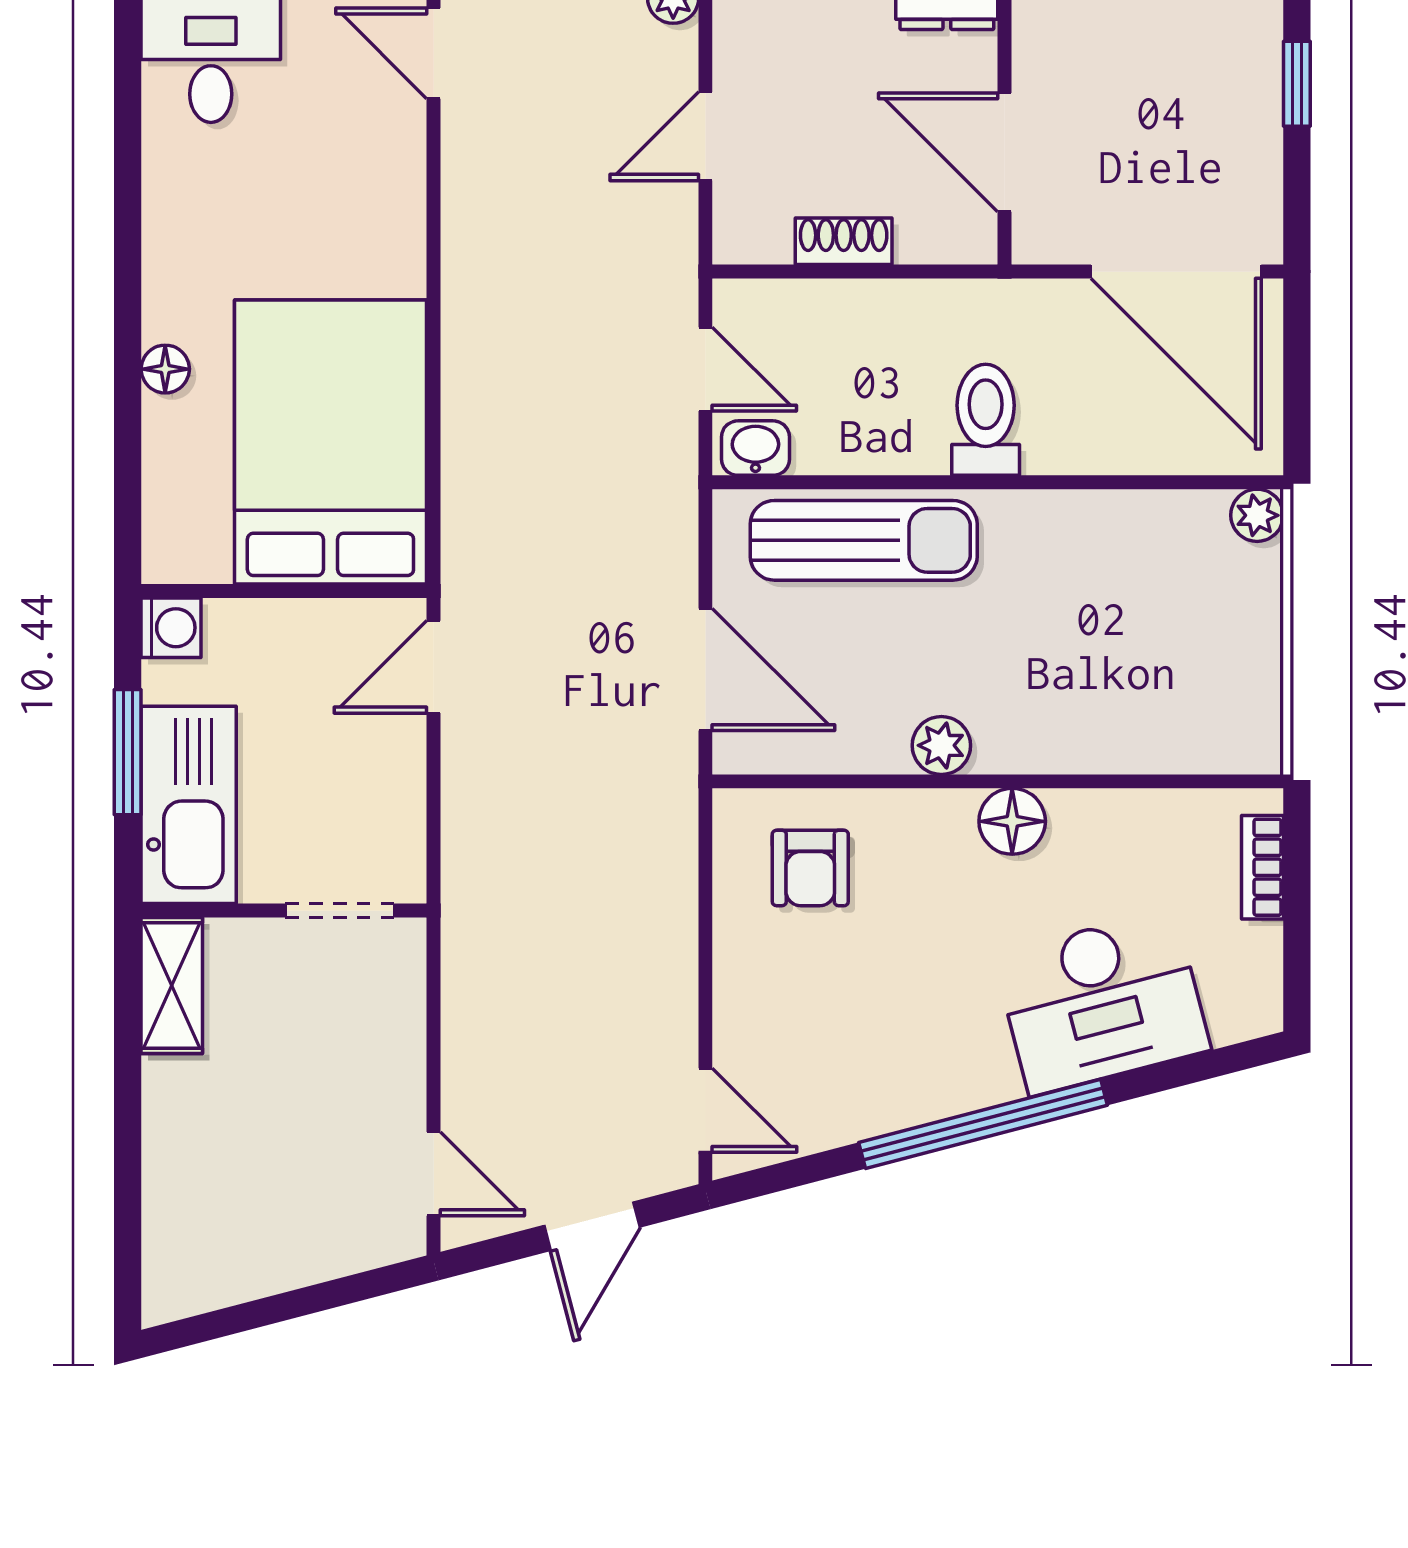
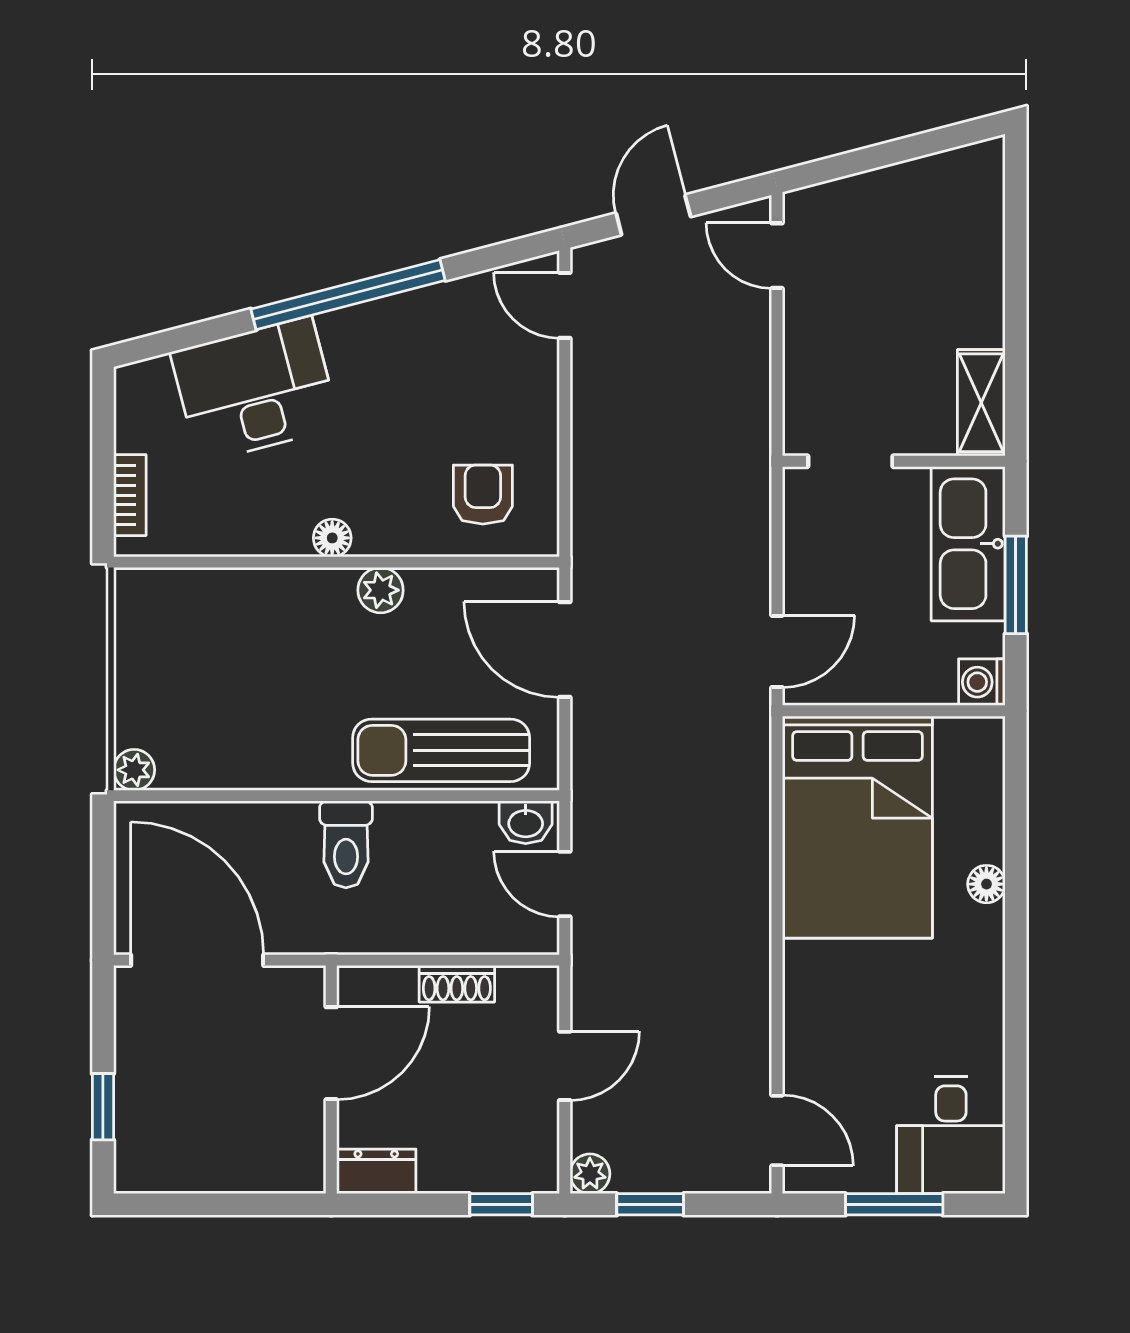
door: (1005, 152) -> (331, 1053), hinge flipped
floor lamp: (1012, 821) -> (332, 538), width x0.73, depth x0.73

